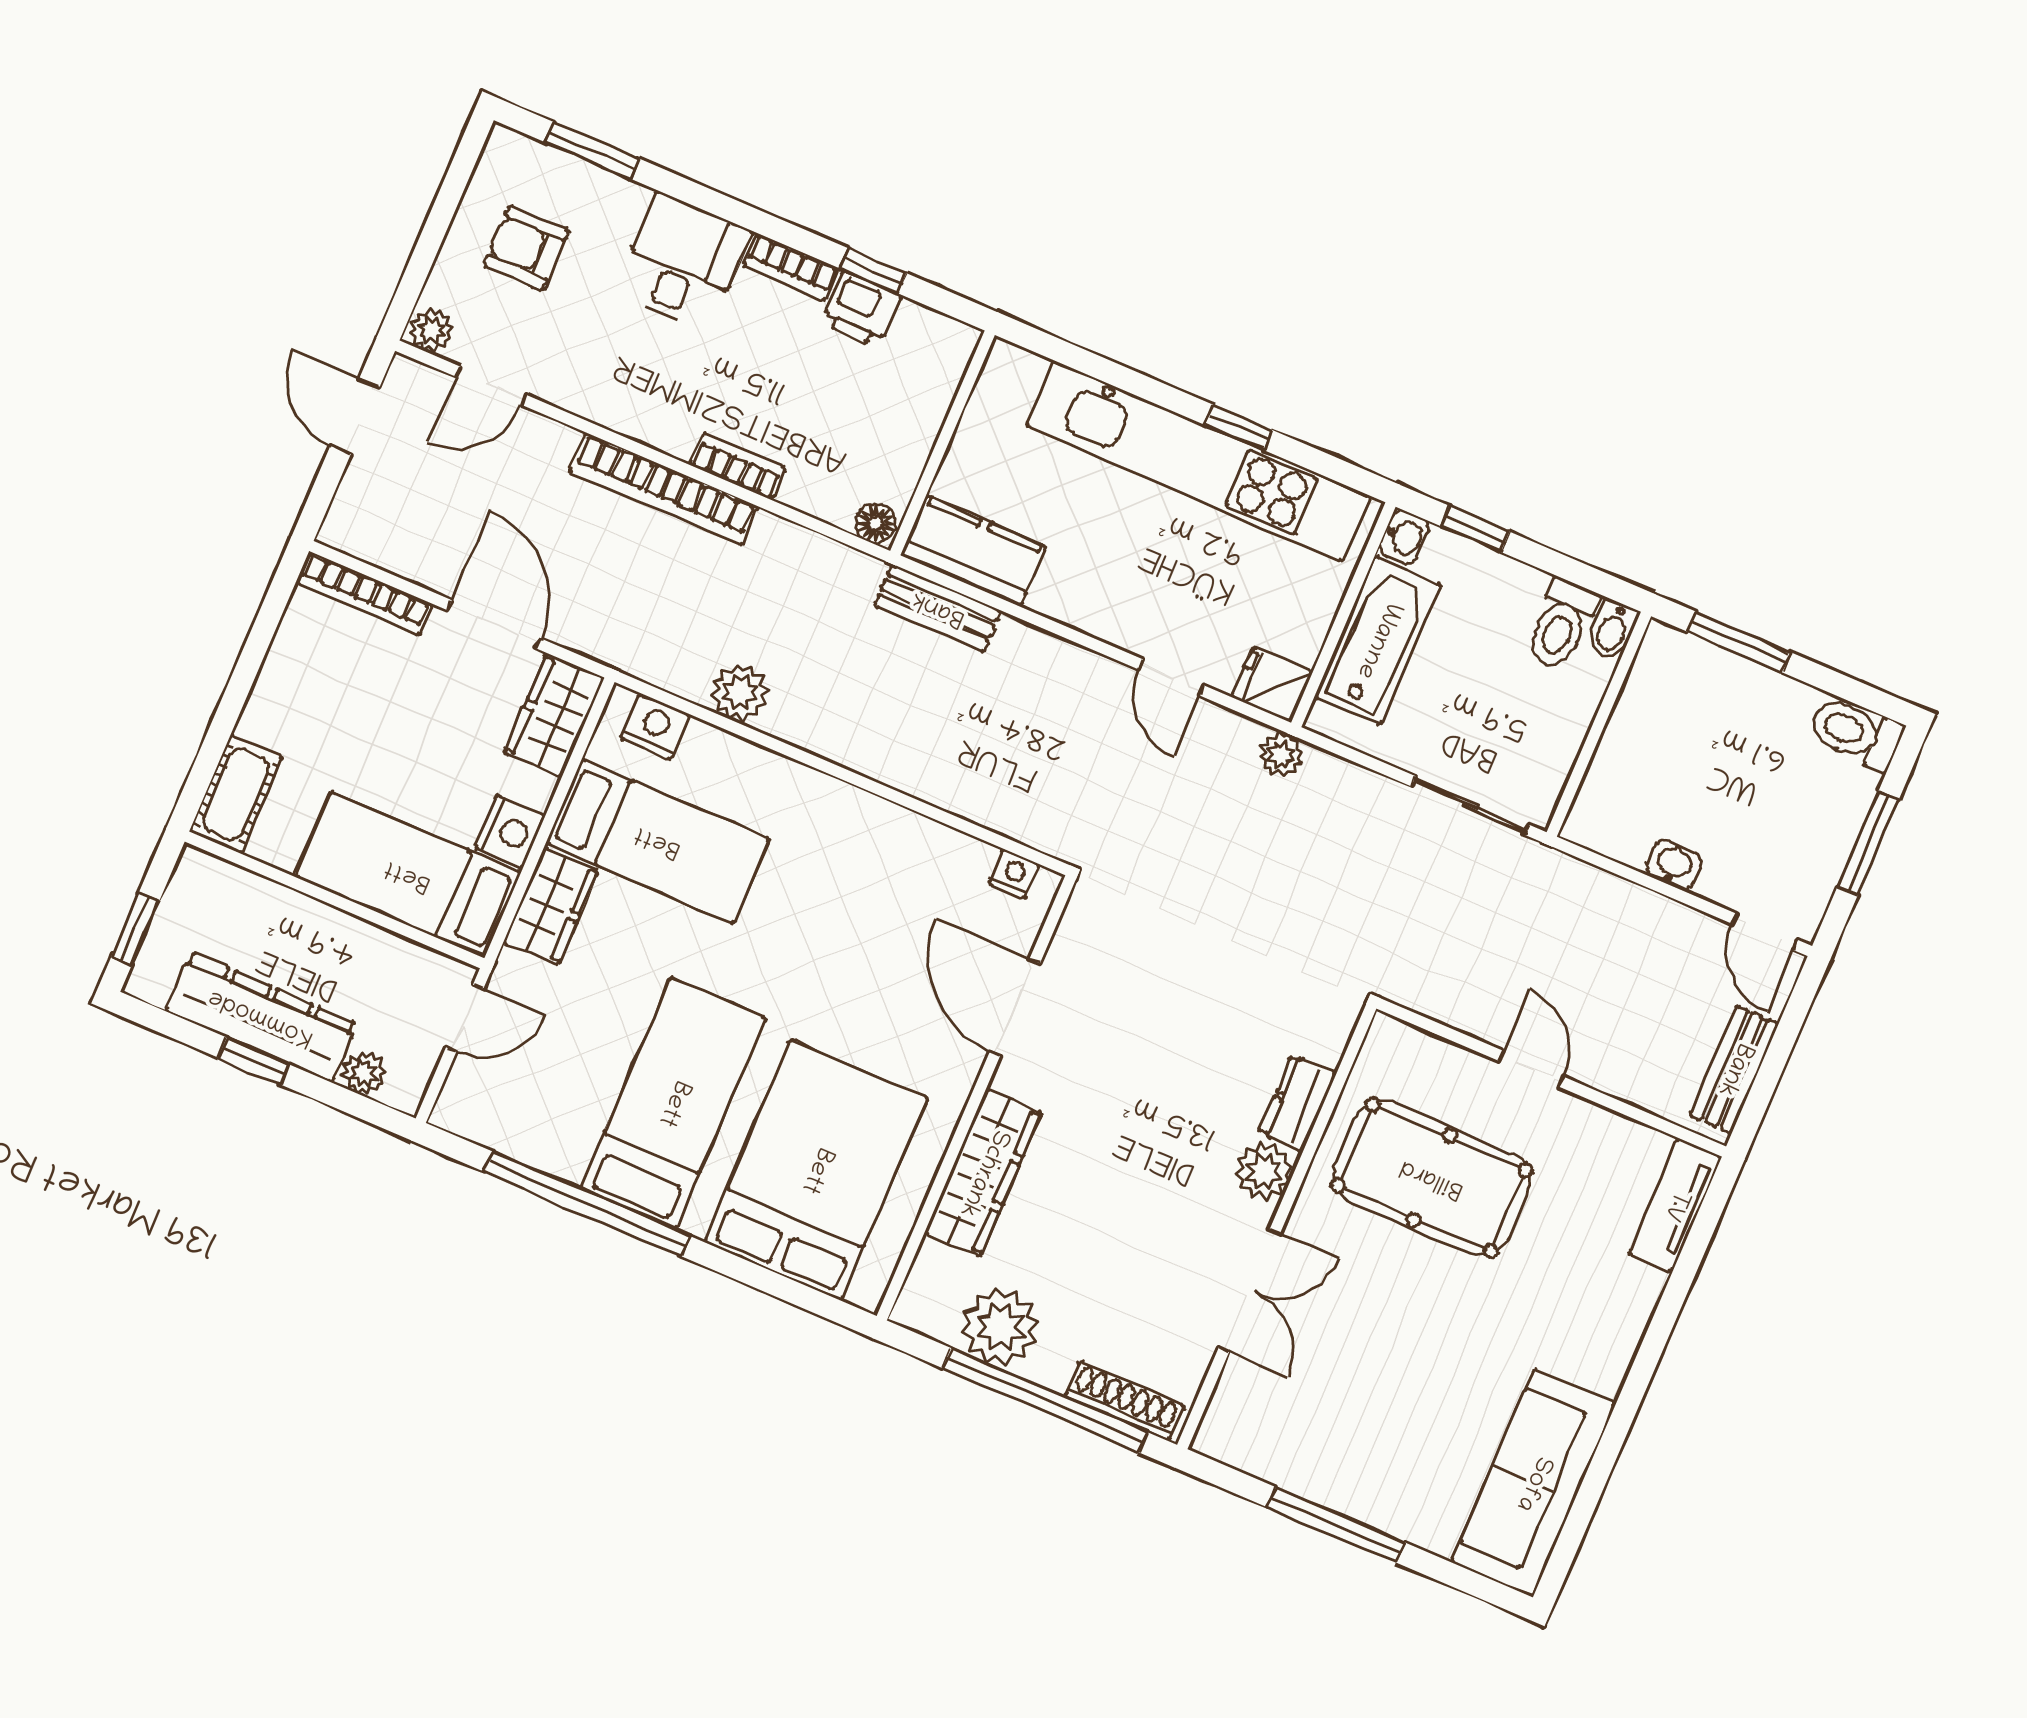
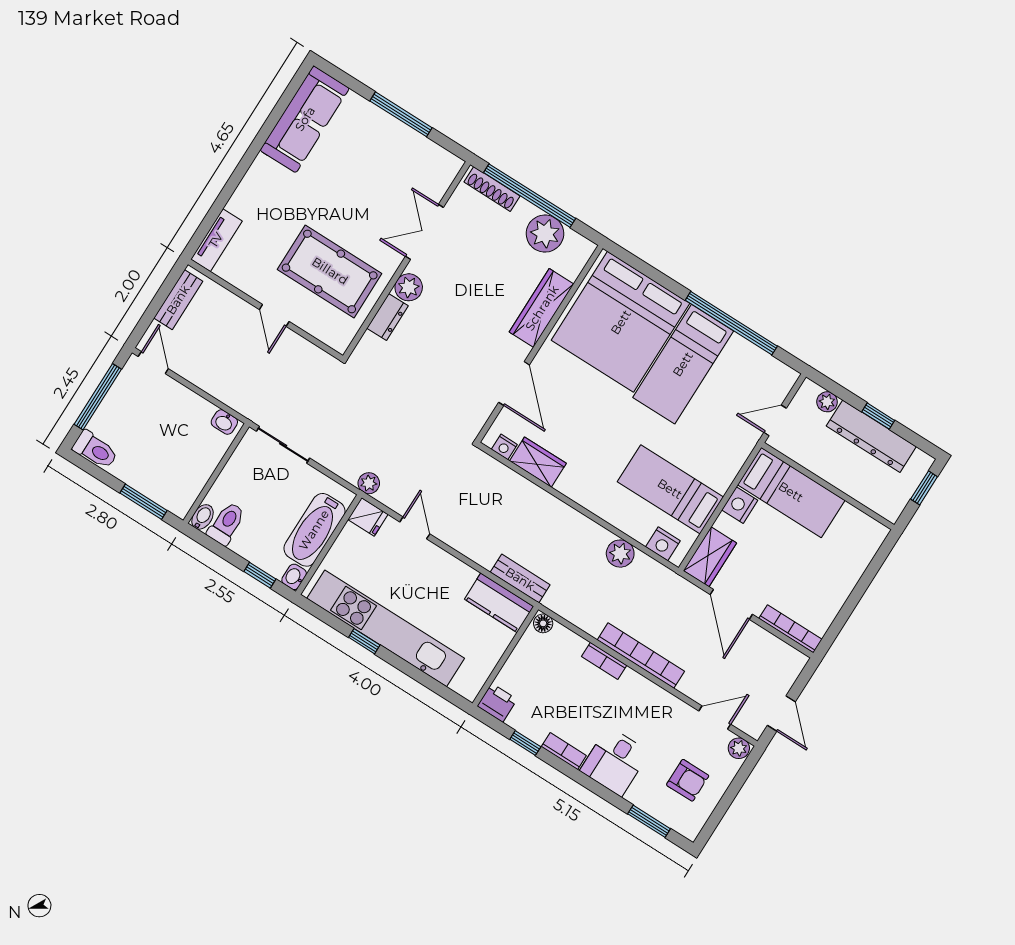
printer: (861, 309) -> (497, 703), moved
cot: (236, 794) -> (866, 544), removed
window: (1868, 843) -> (98, 397), width x1.44
washbasin: (1674, 865) -> (224, 422), moved
wardrobe: (551, 906) -> (538, 462), moved, turned 90
bed: (816, 1170) -> (621, 322), width x1.36

